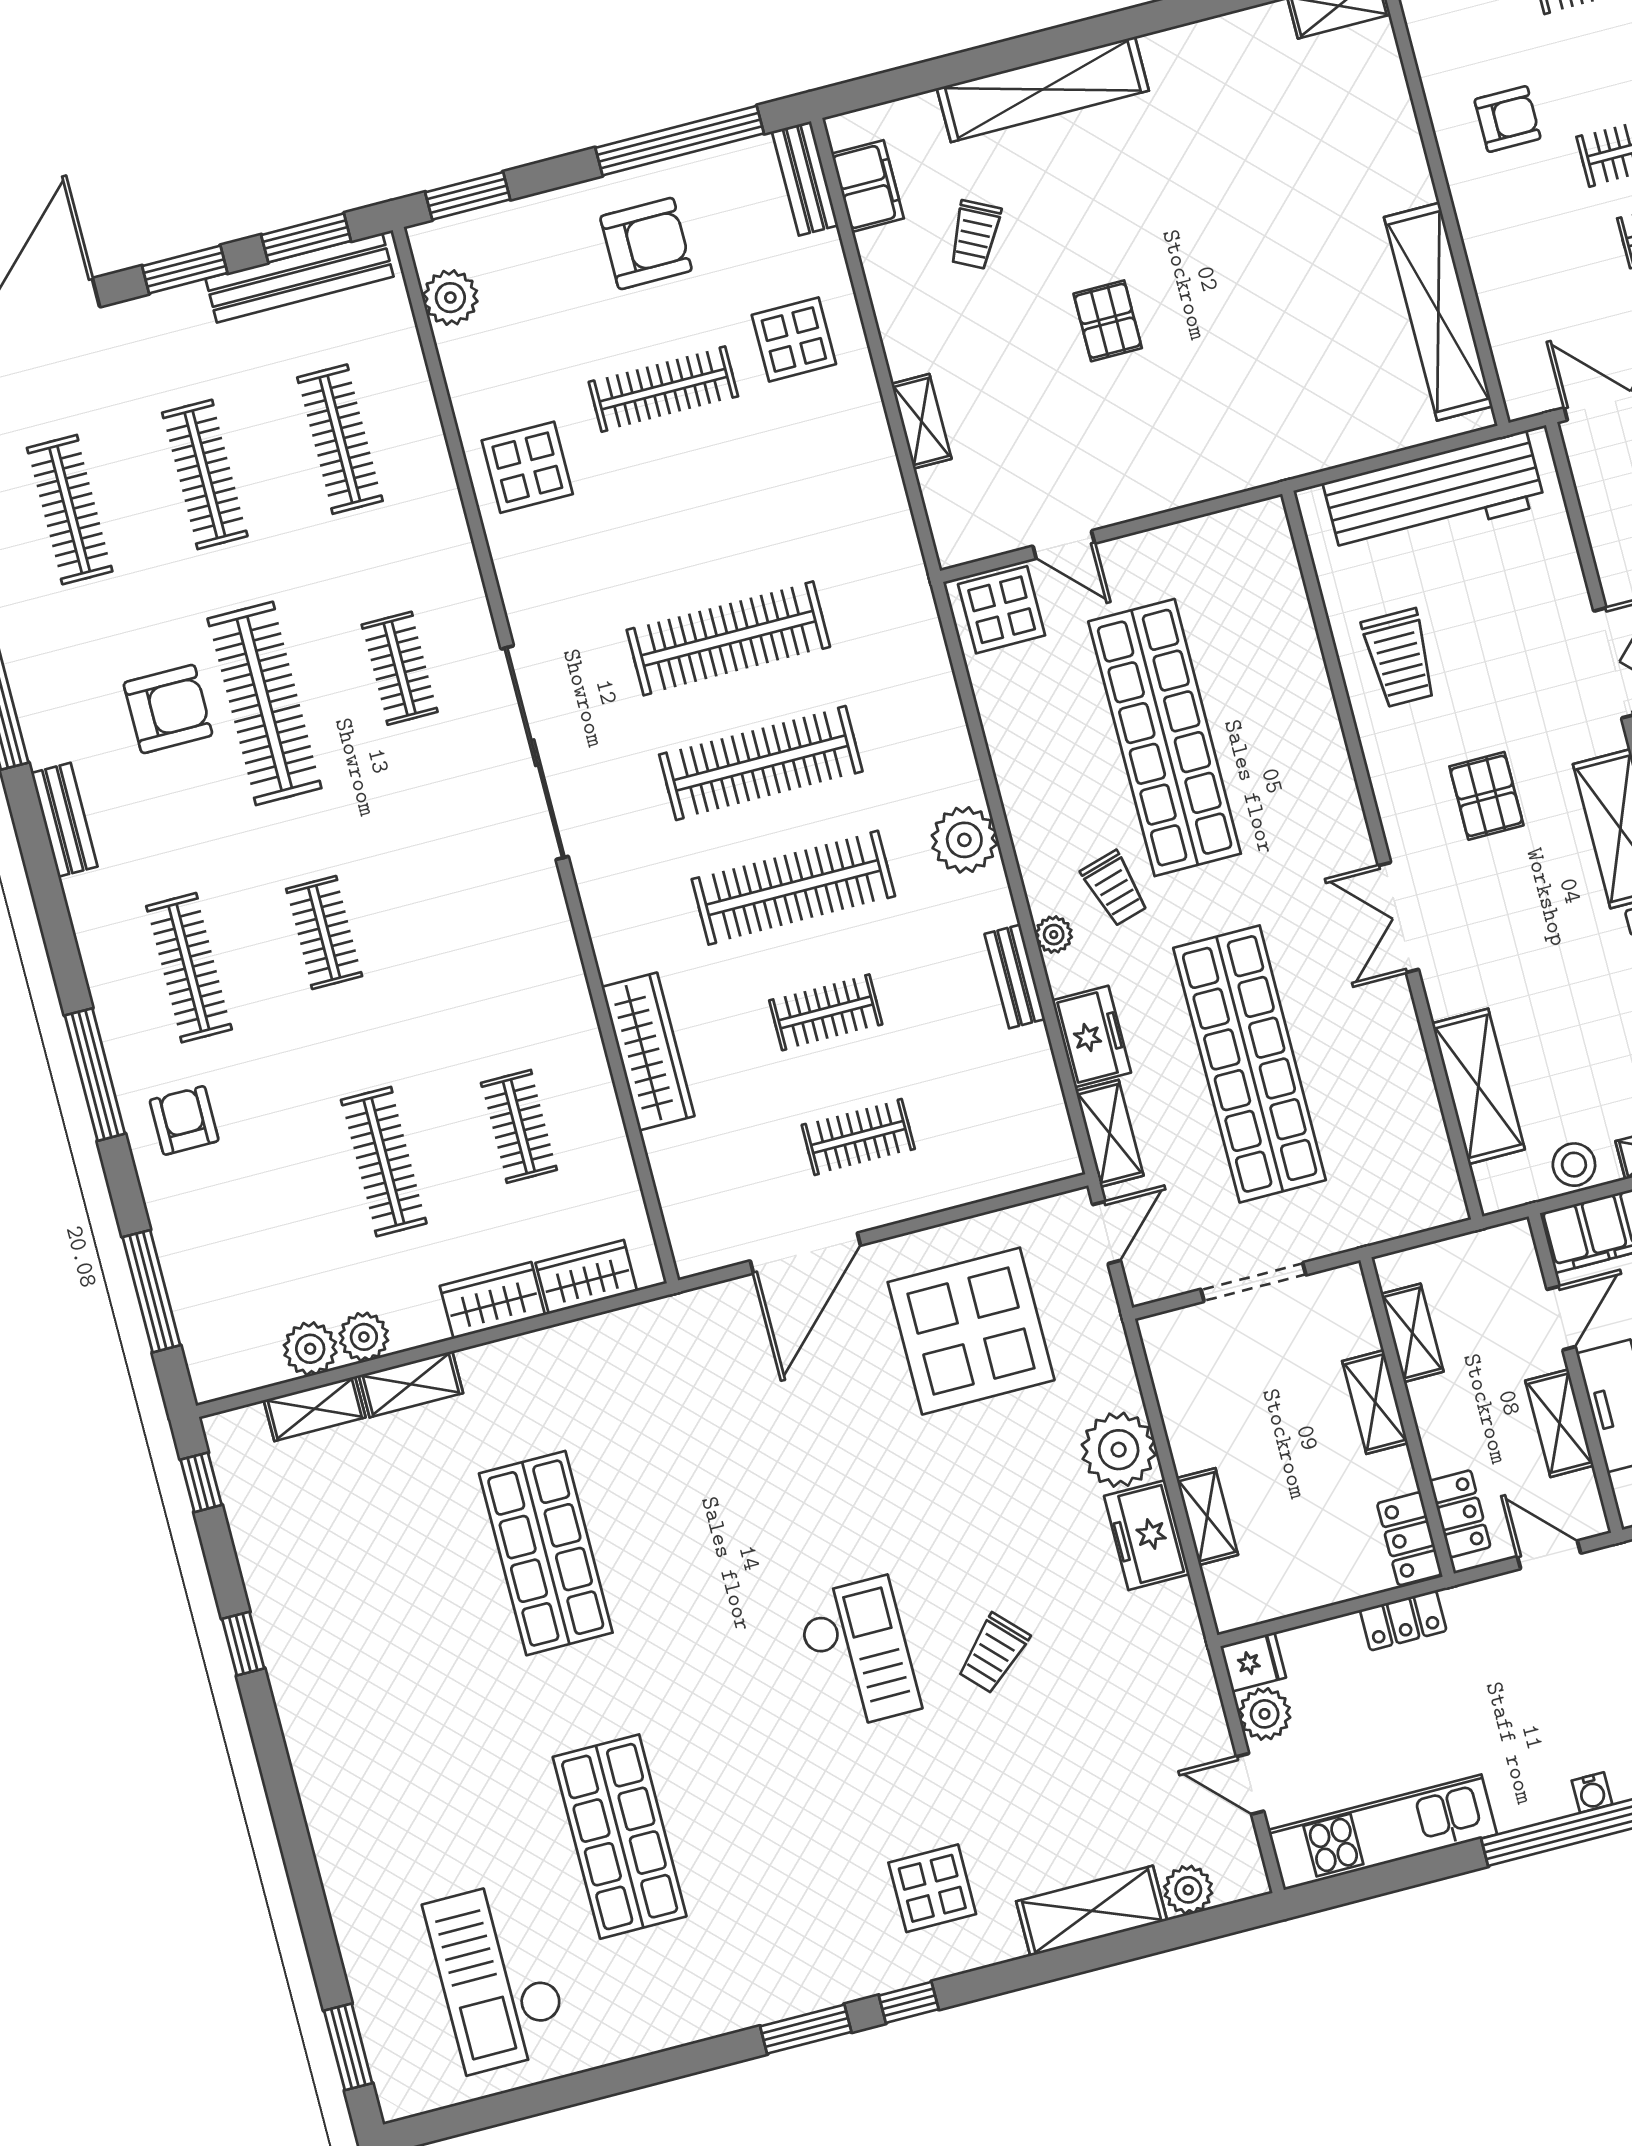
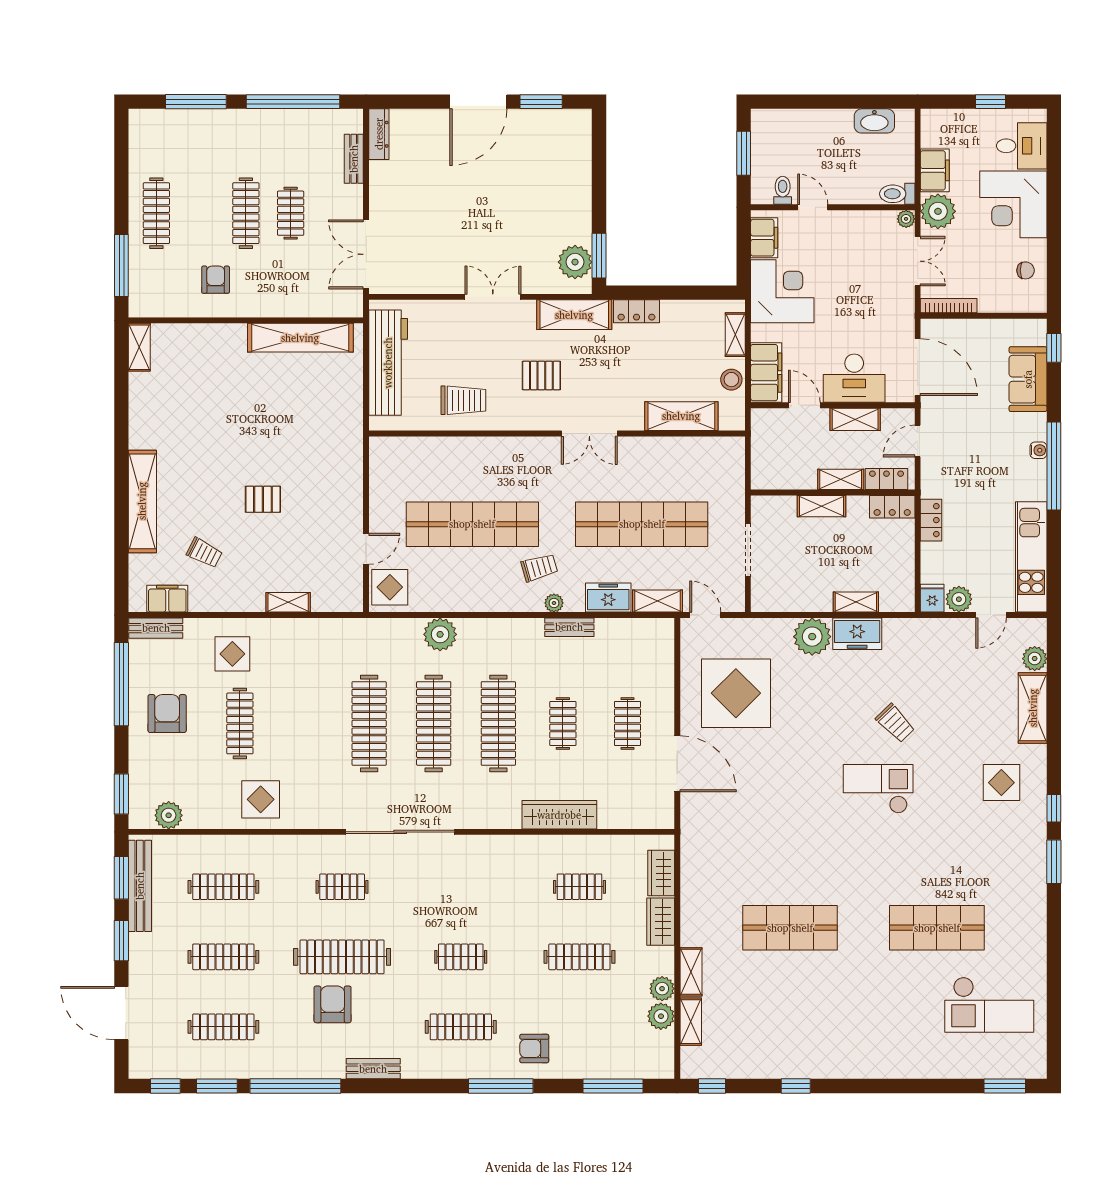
plant: (964, 840) -> (440, 634), moved
shelving: (1412, 1333) -> (841, 479), moved

